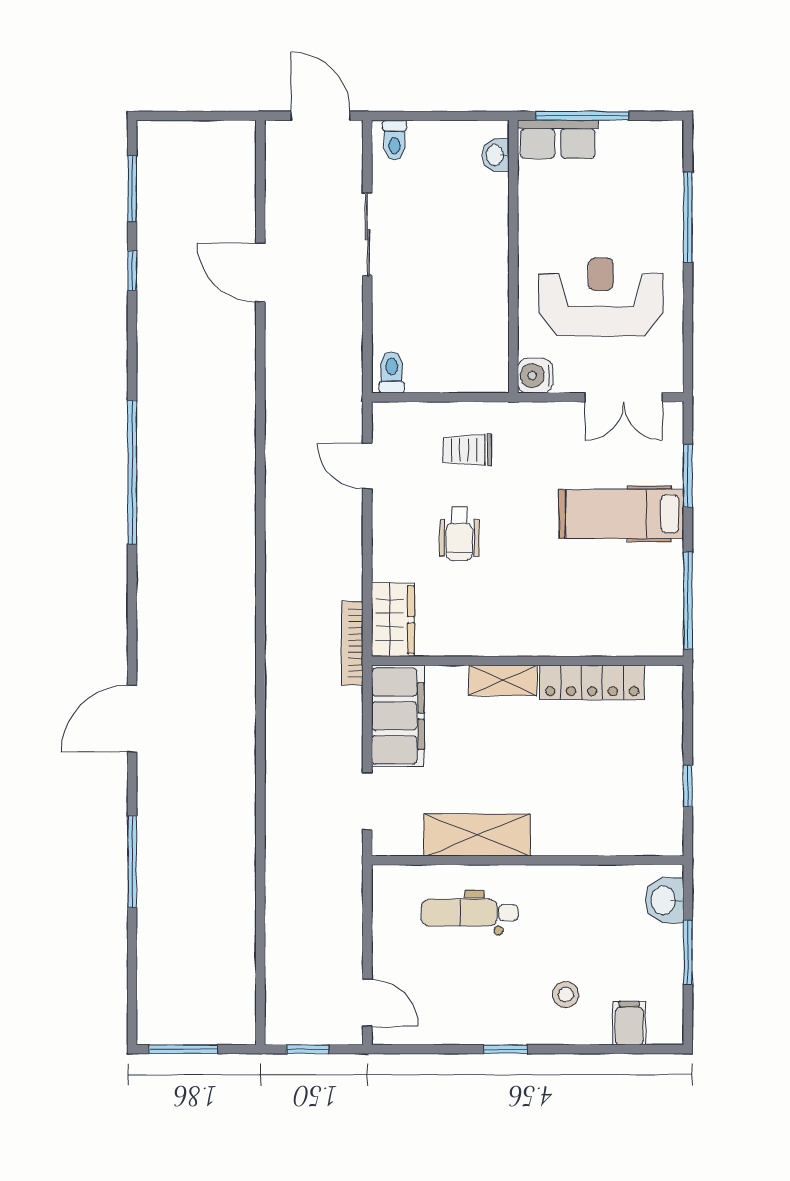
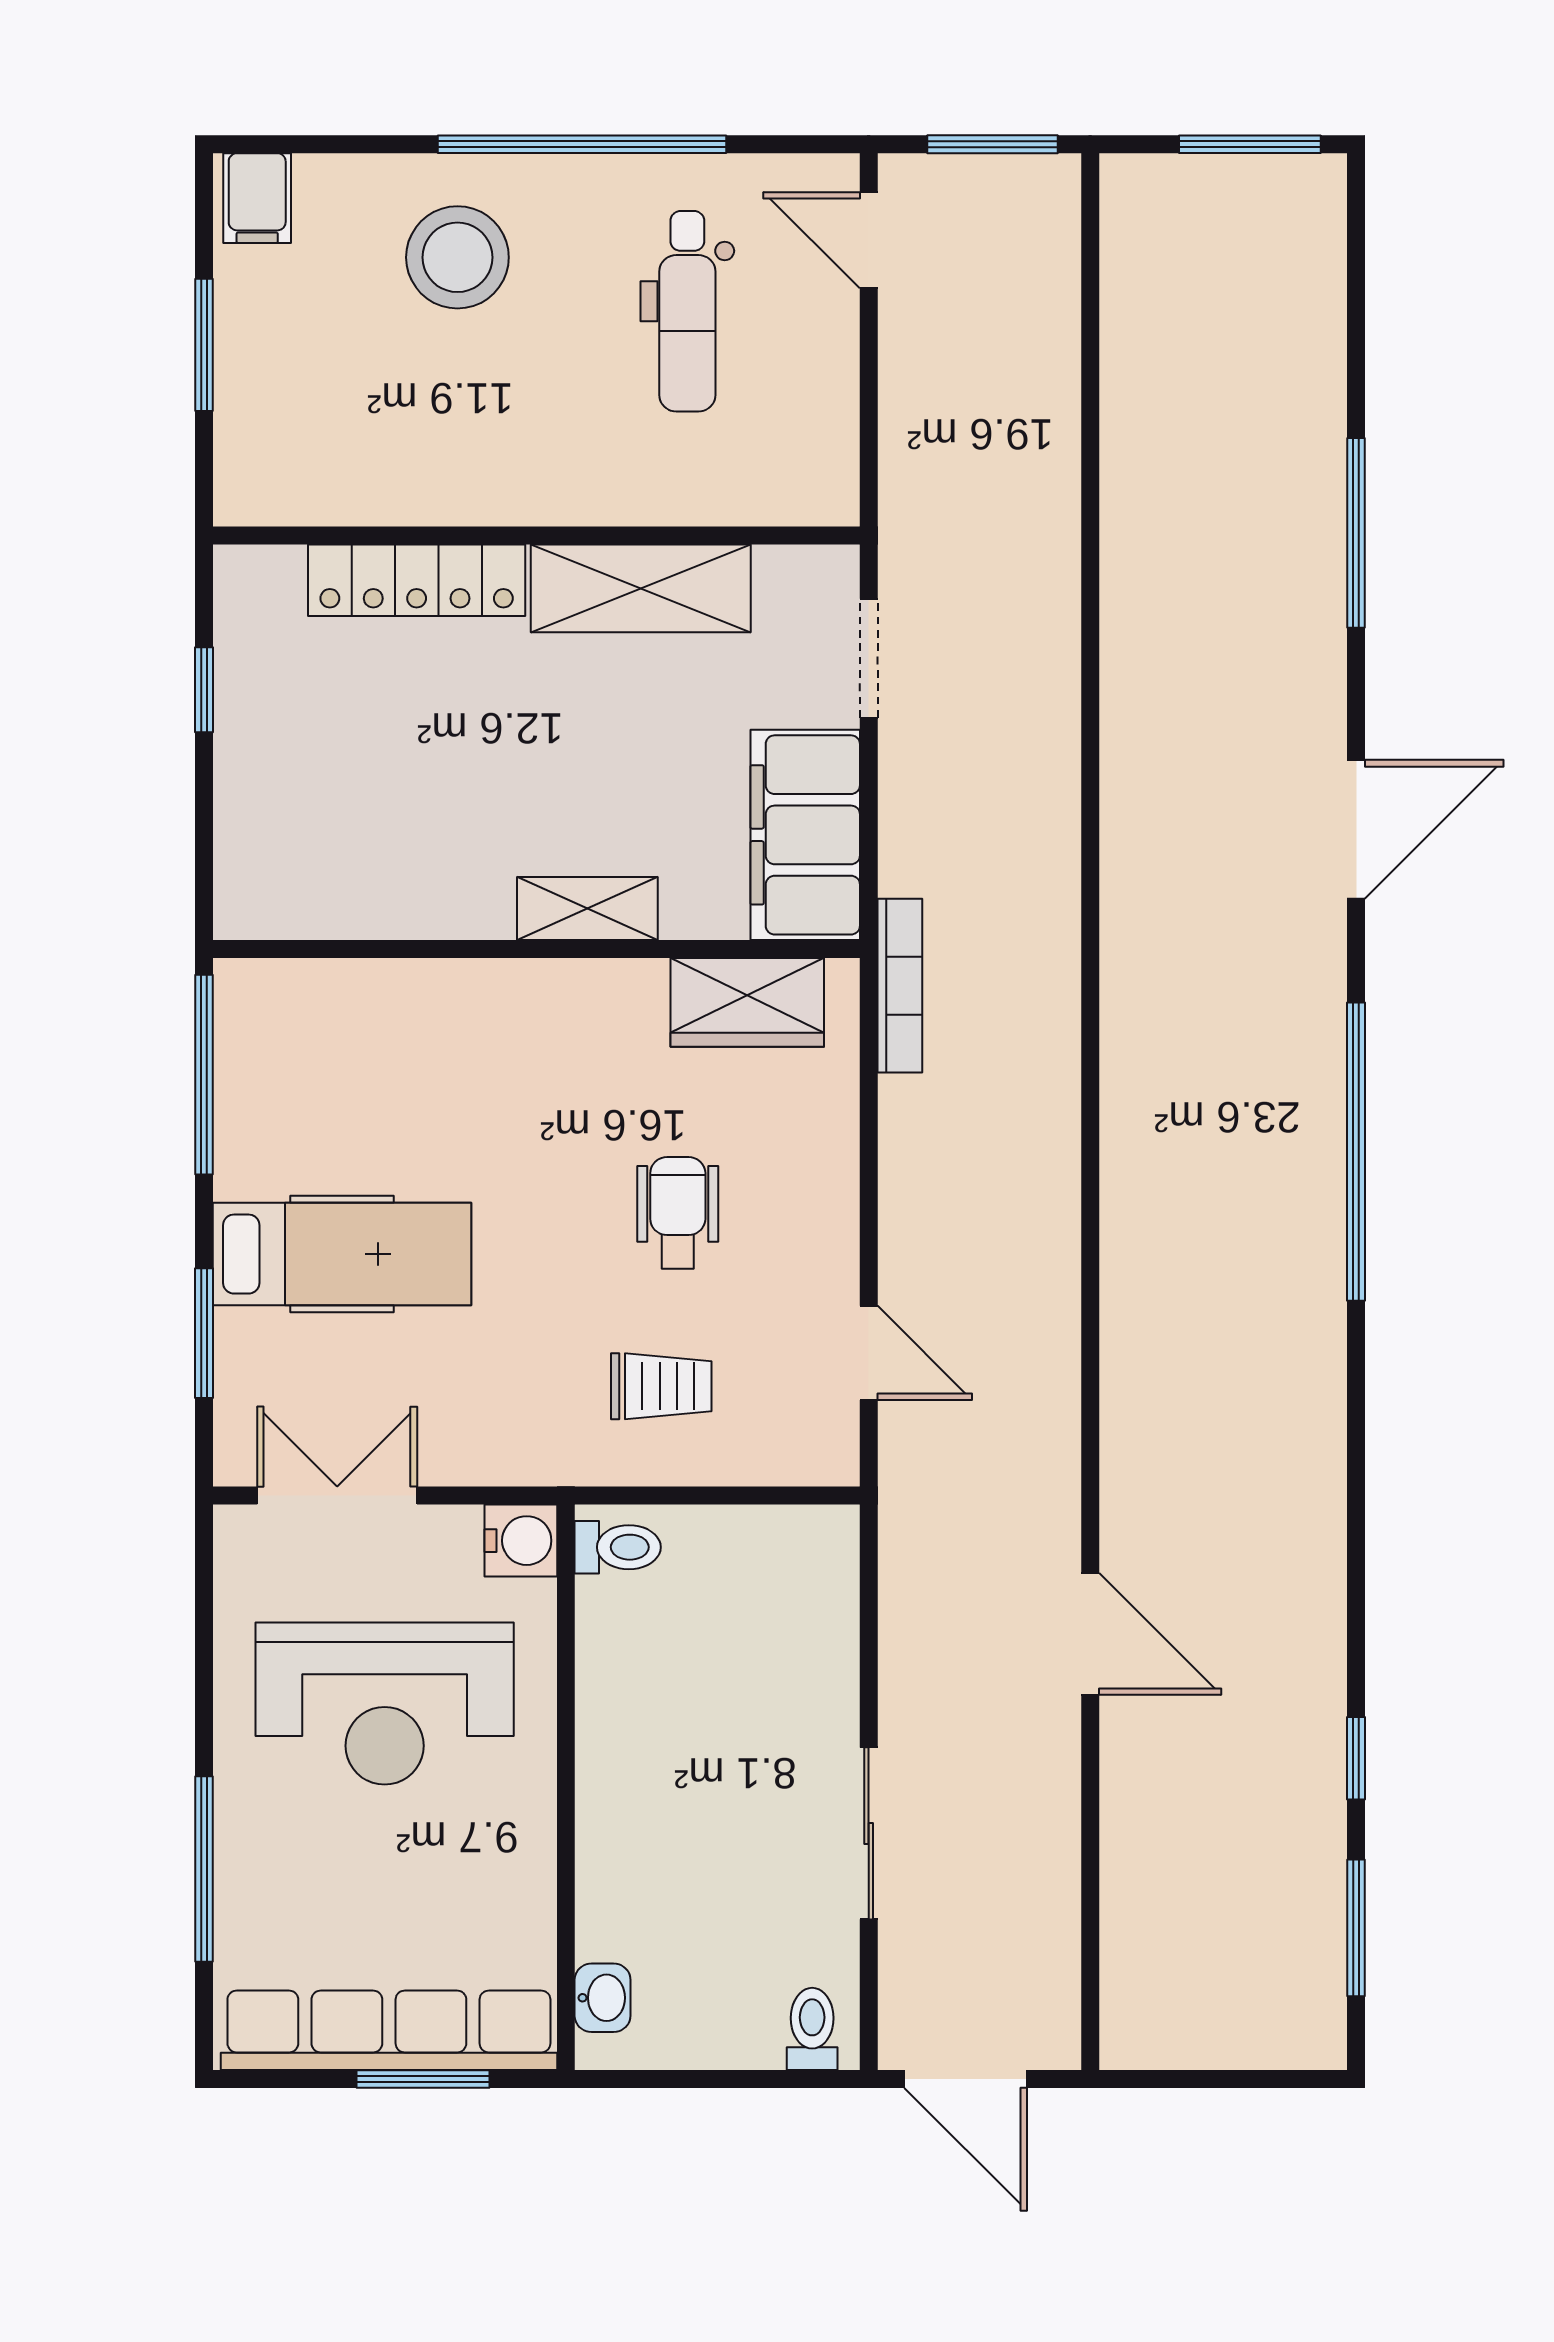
window: (582, 116) -> (423, 2079), width x0.69
row of seats: (558, 139) -> (389, 2030), width x2.02
door: (260, 273) -> (1090, 1634), moved
toilet: (392, 372) -> (618, 1547), moved, turned -90
window: (132, 472) -> (1356, 1152), moved
wardrobe: (393, 620) -> (747, 1002), moved, turned -90
locker: (592, 682) -> (417, 580), moved, turned 180
washbasin: (664, 900) -> (253, 453), removed
dental chair: (470, 912) -> (687, 311), moved, turned 90
stool: (566, 995) -> (457, 257), width x1.89, depth x1.89
filing cabinet: (629, 1023) -> (257, 198), moved
window: (308, 1049) -> (992, 144), width x1.50
window: (506, 1049) -> (582, 144), width x3.17

